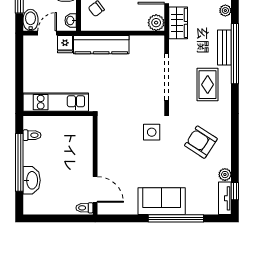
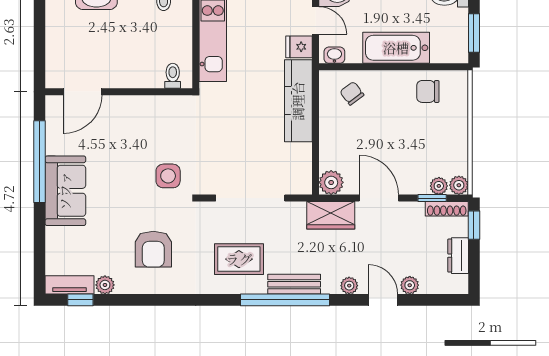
armchair: (201, 142) -> (153, 249), turned 147
toilet: (84, 208) -> (173, 76), moved
window: (176, 218) -> (40, 162), moved

